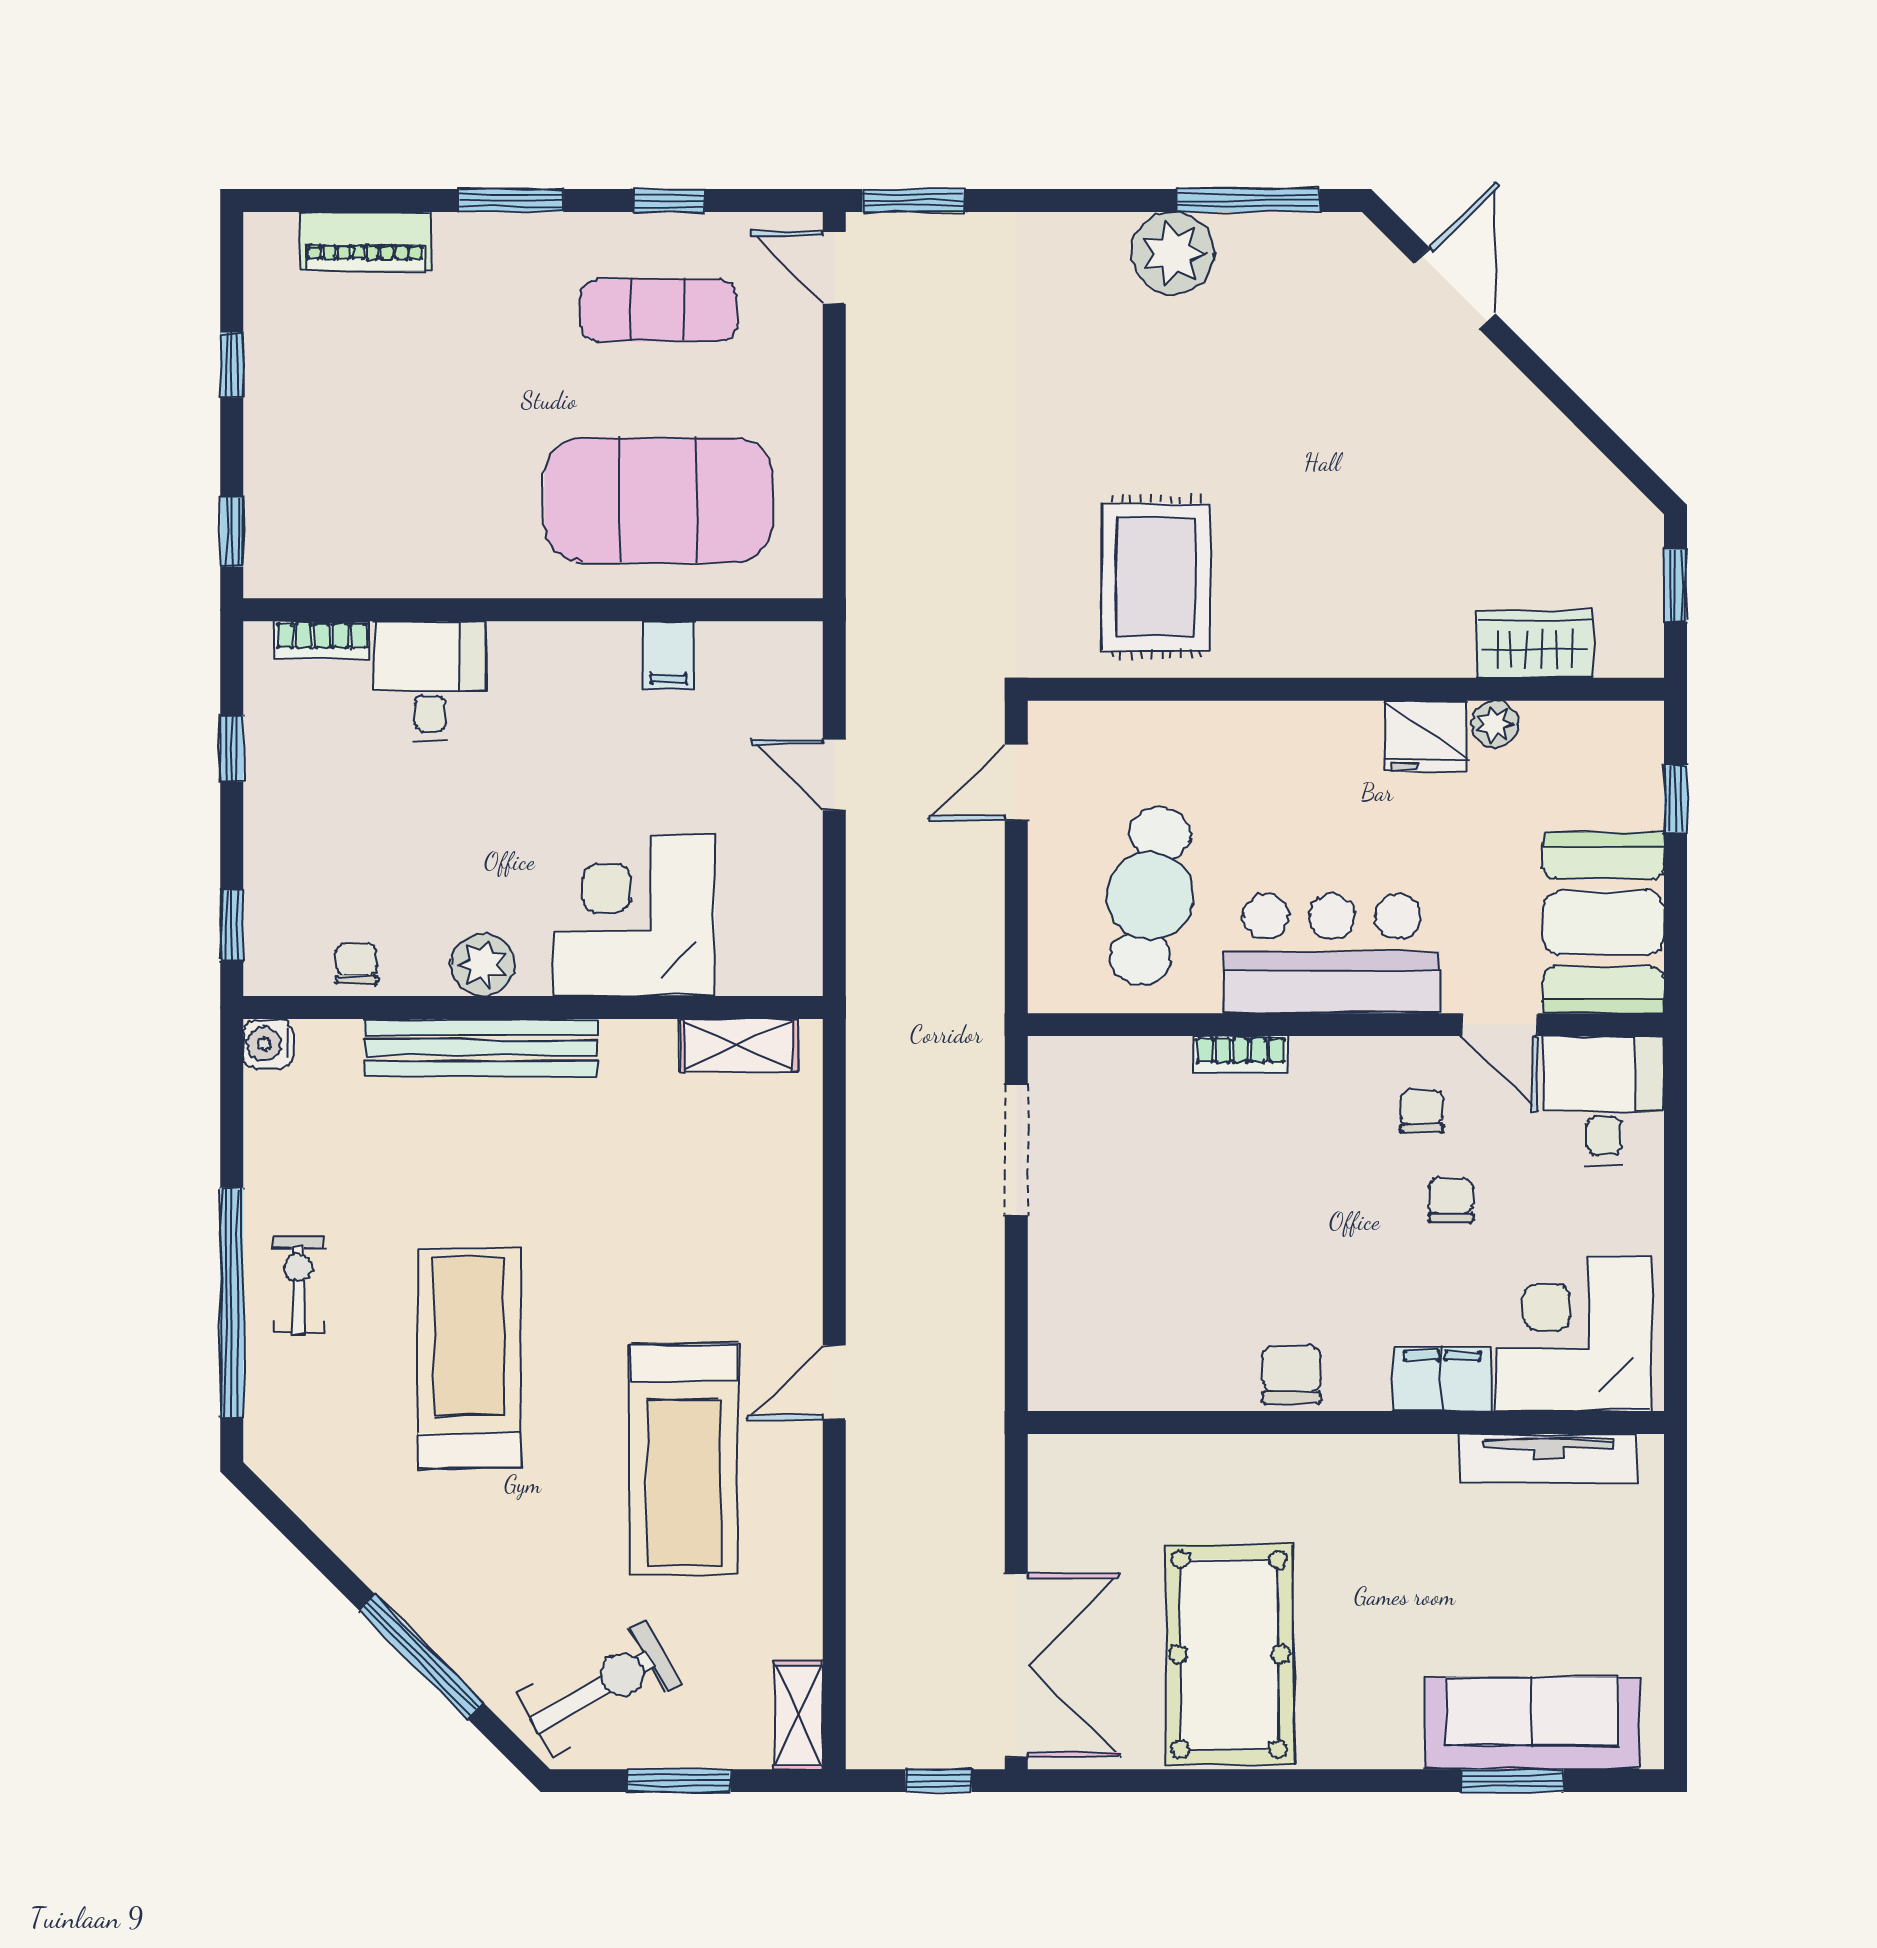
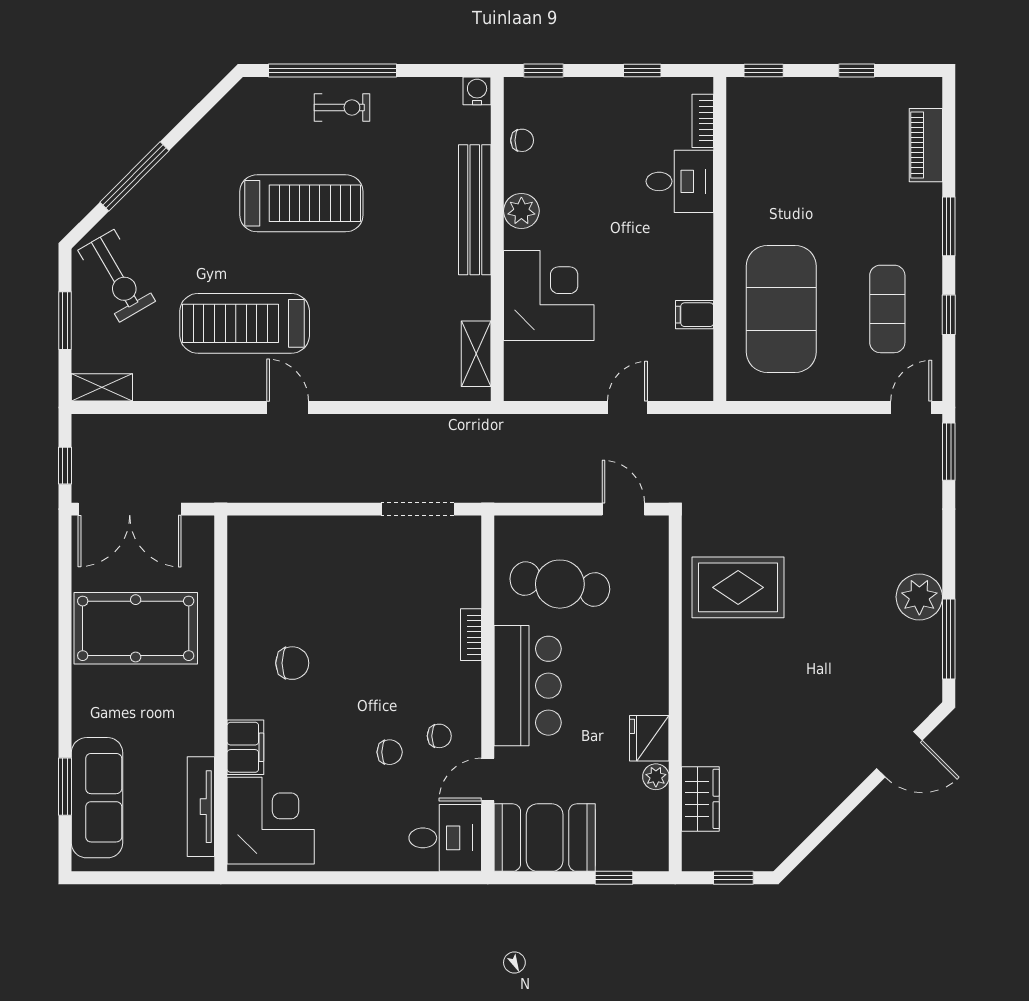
corner desk: (1573, 1333) -> (271, 821), moved
filing cabinet: (1442, 1379) -> (245, 747), moved
wall: (1346, 1423) -> (221, 693), moved
tv unit: (1548, 1458) -> (201, 807), moved

